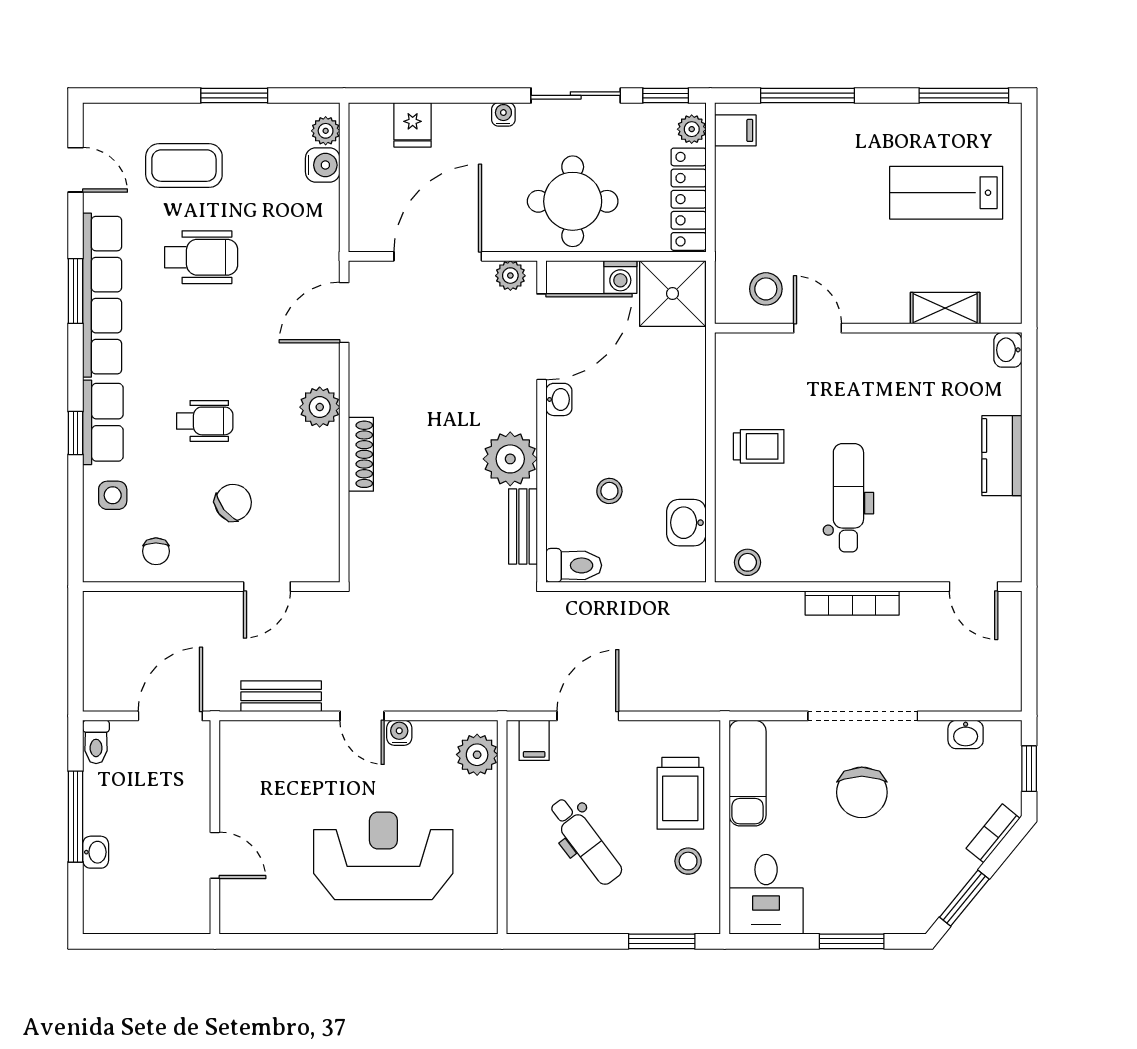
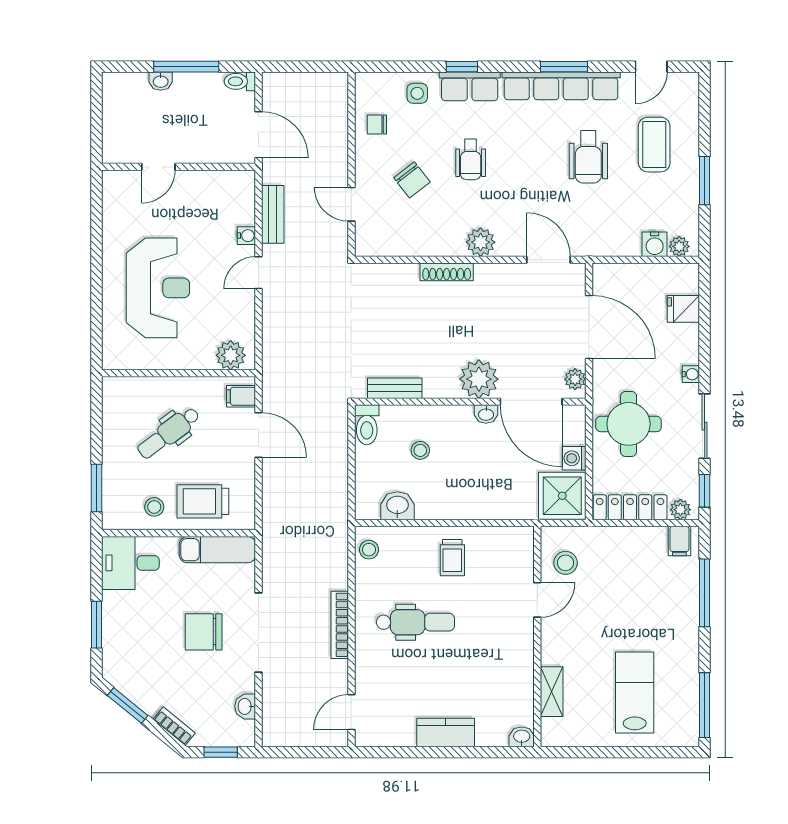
plant: (510, 459) -> (479, 379), moved
water cooler: (399, 733) -> (246, 236), moved

